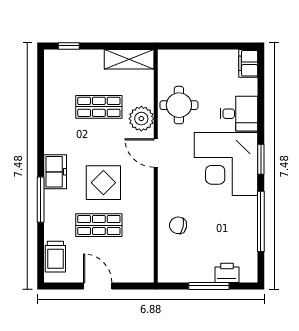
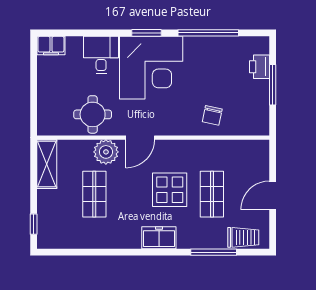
window: (41, 200) -> (214, 252), moved

